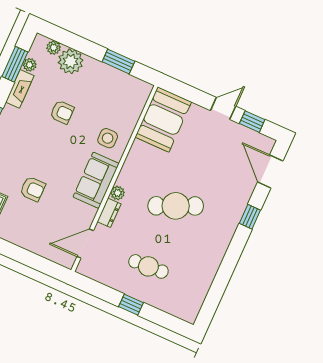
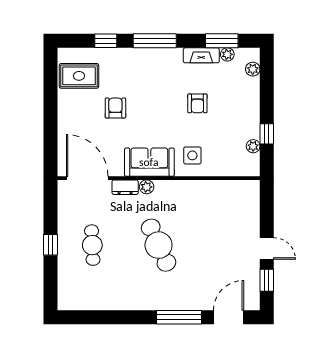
plant: (71, 61) -> (253, 146), moved, width x0.53, depth x0.53
window: (118, 61) -> (267, 134), width x0.67
booth: (163, 120) -> (232, 198), removed
armchair: (33, 189) -> (115, 108), turned 180
window: (250, 217) -> (179, 317), width x2.17
door: (85, 244) -> (87, 178), width x1.36

